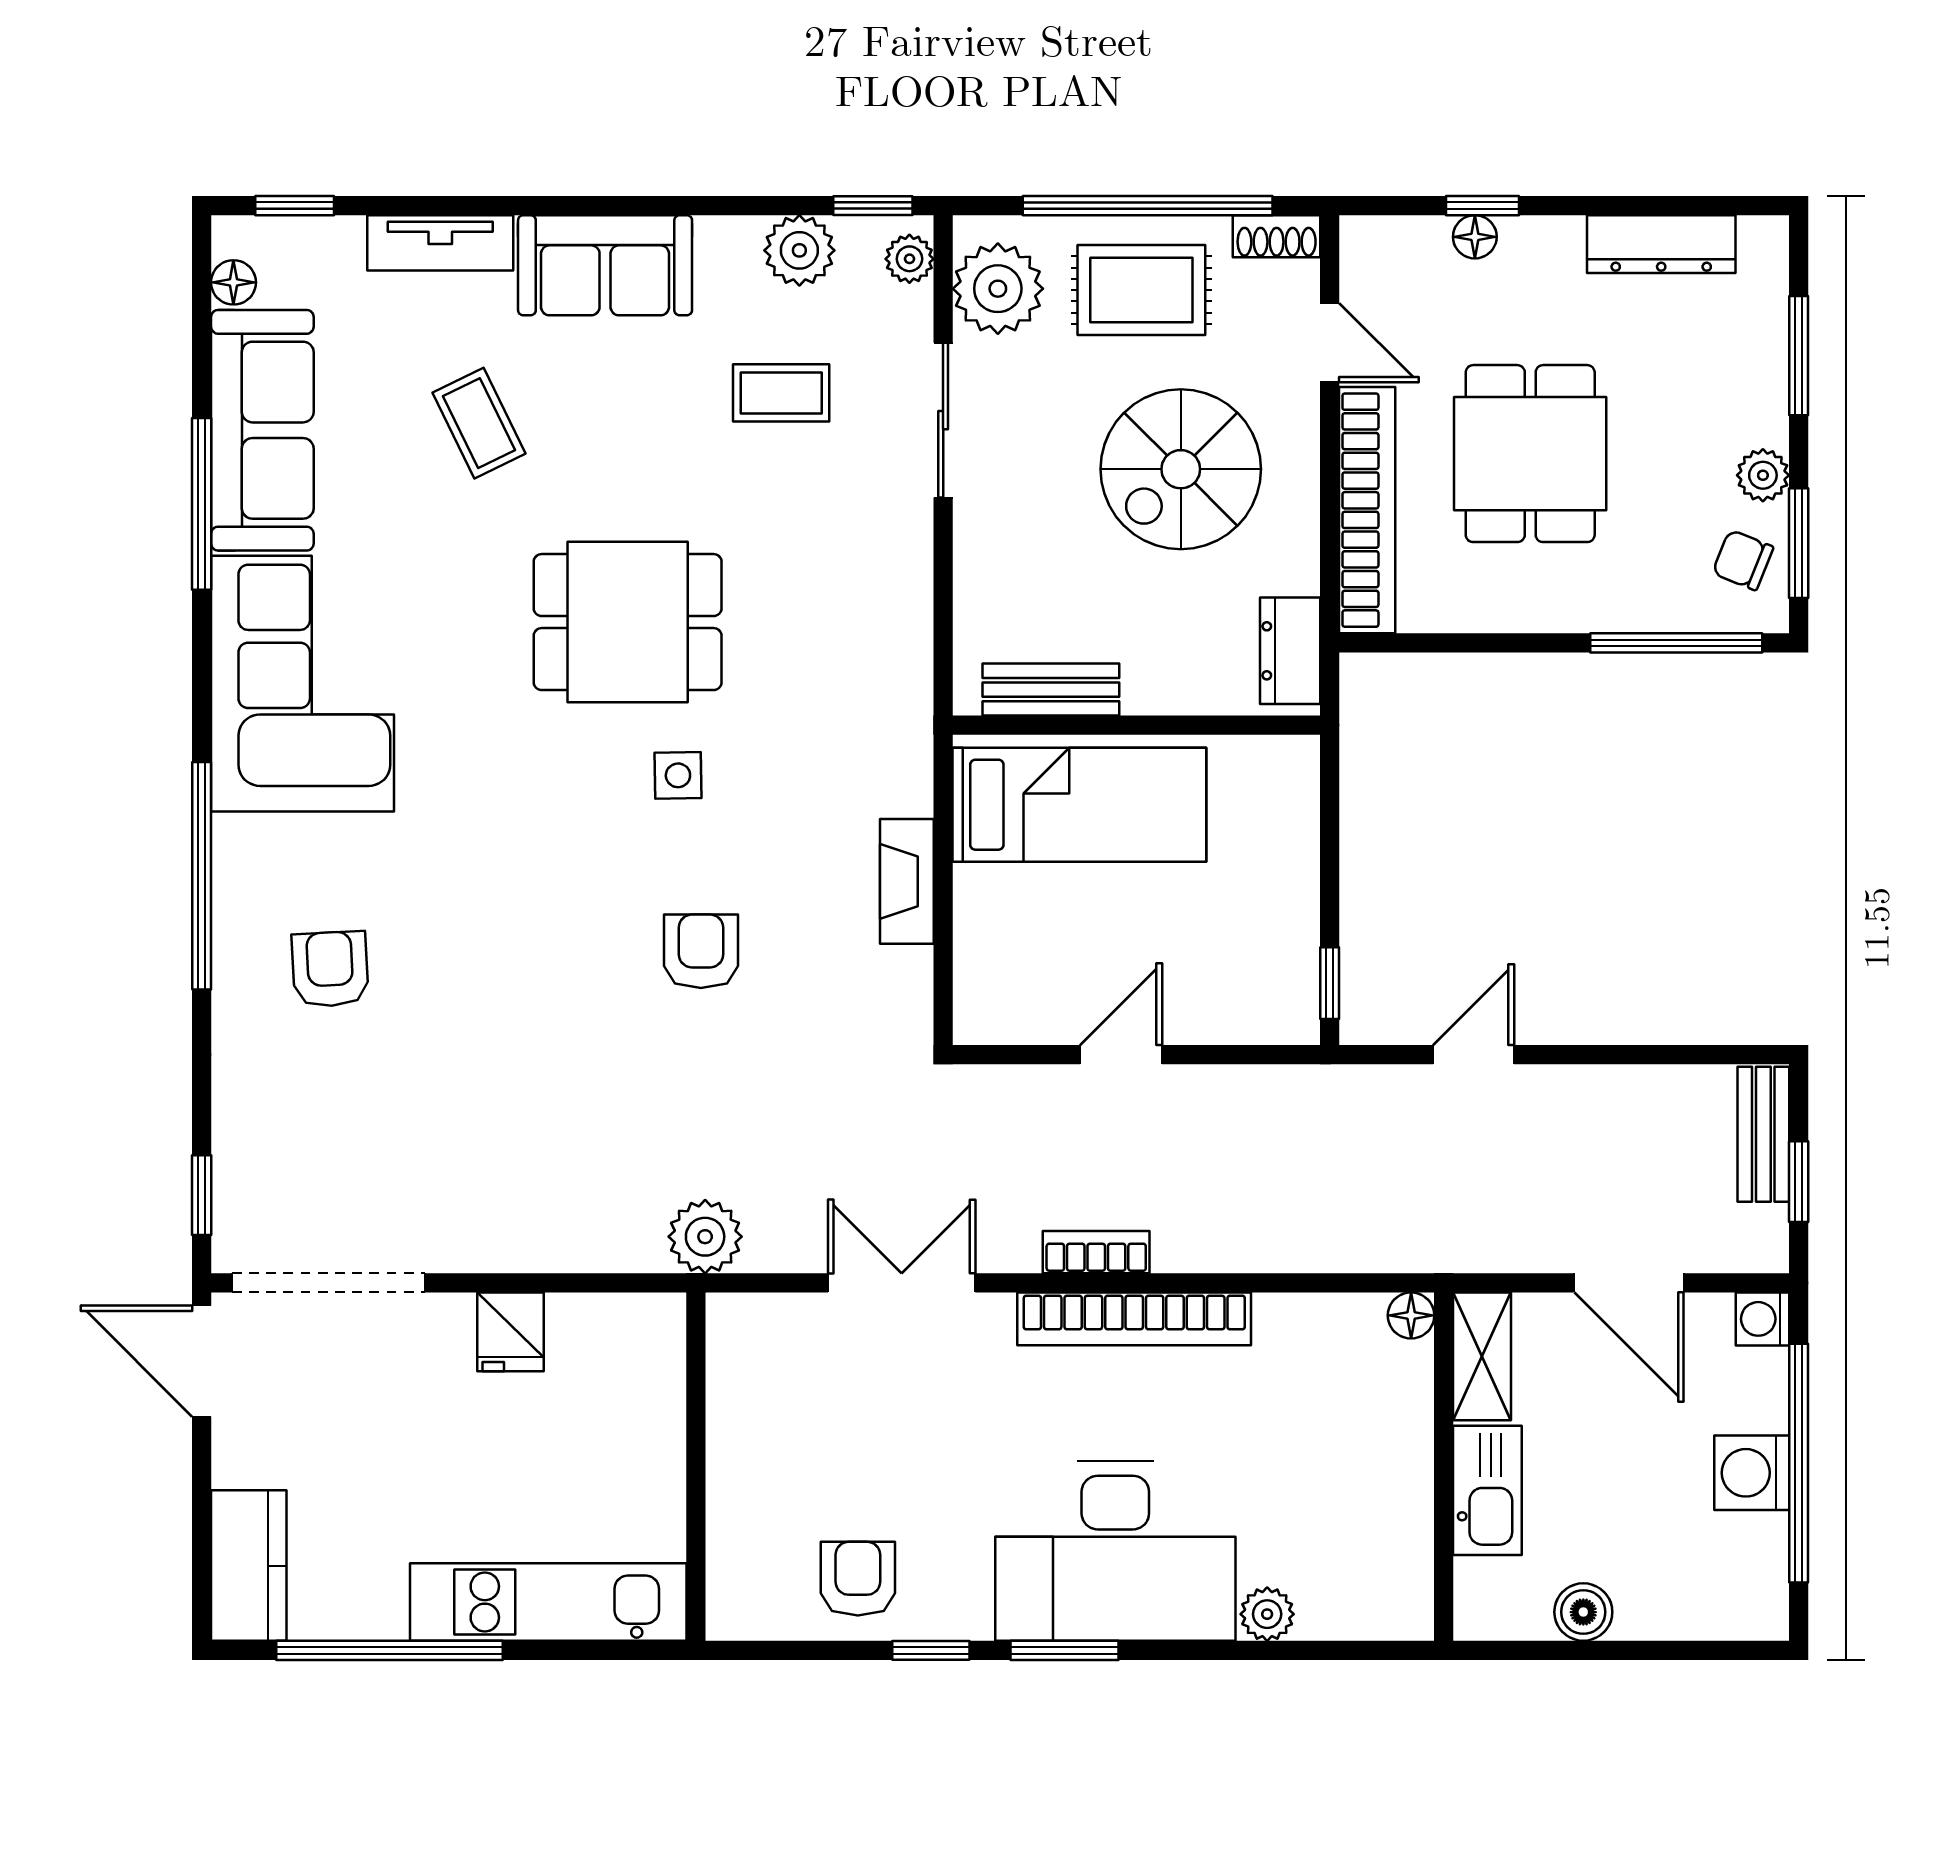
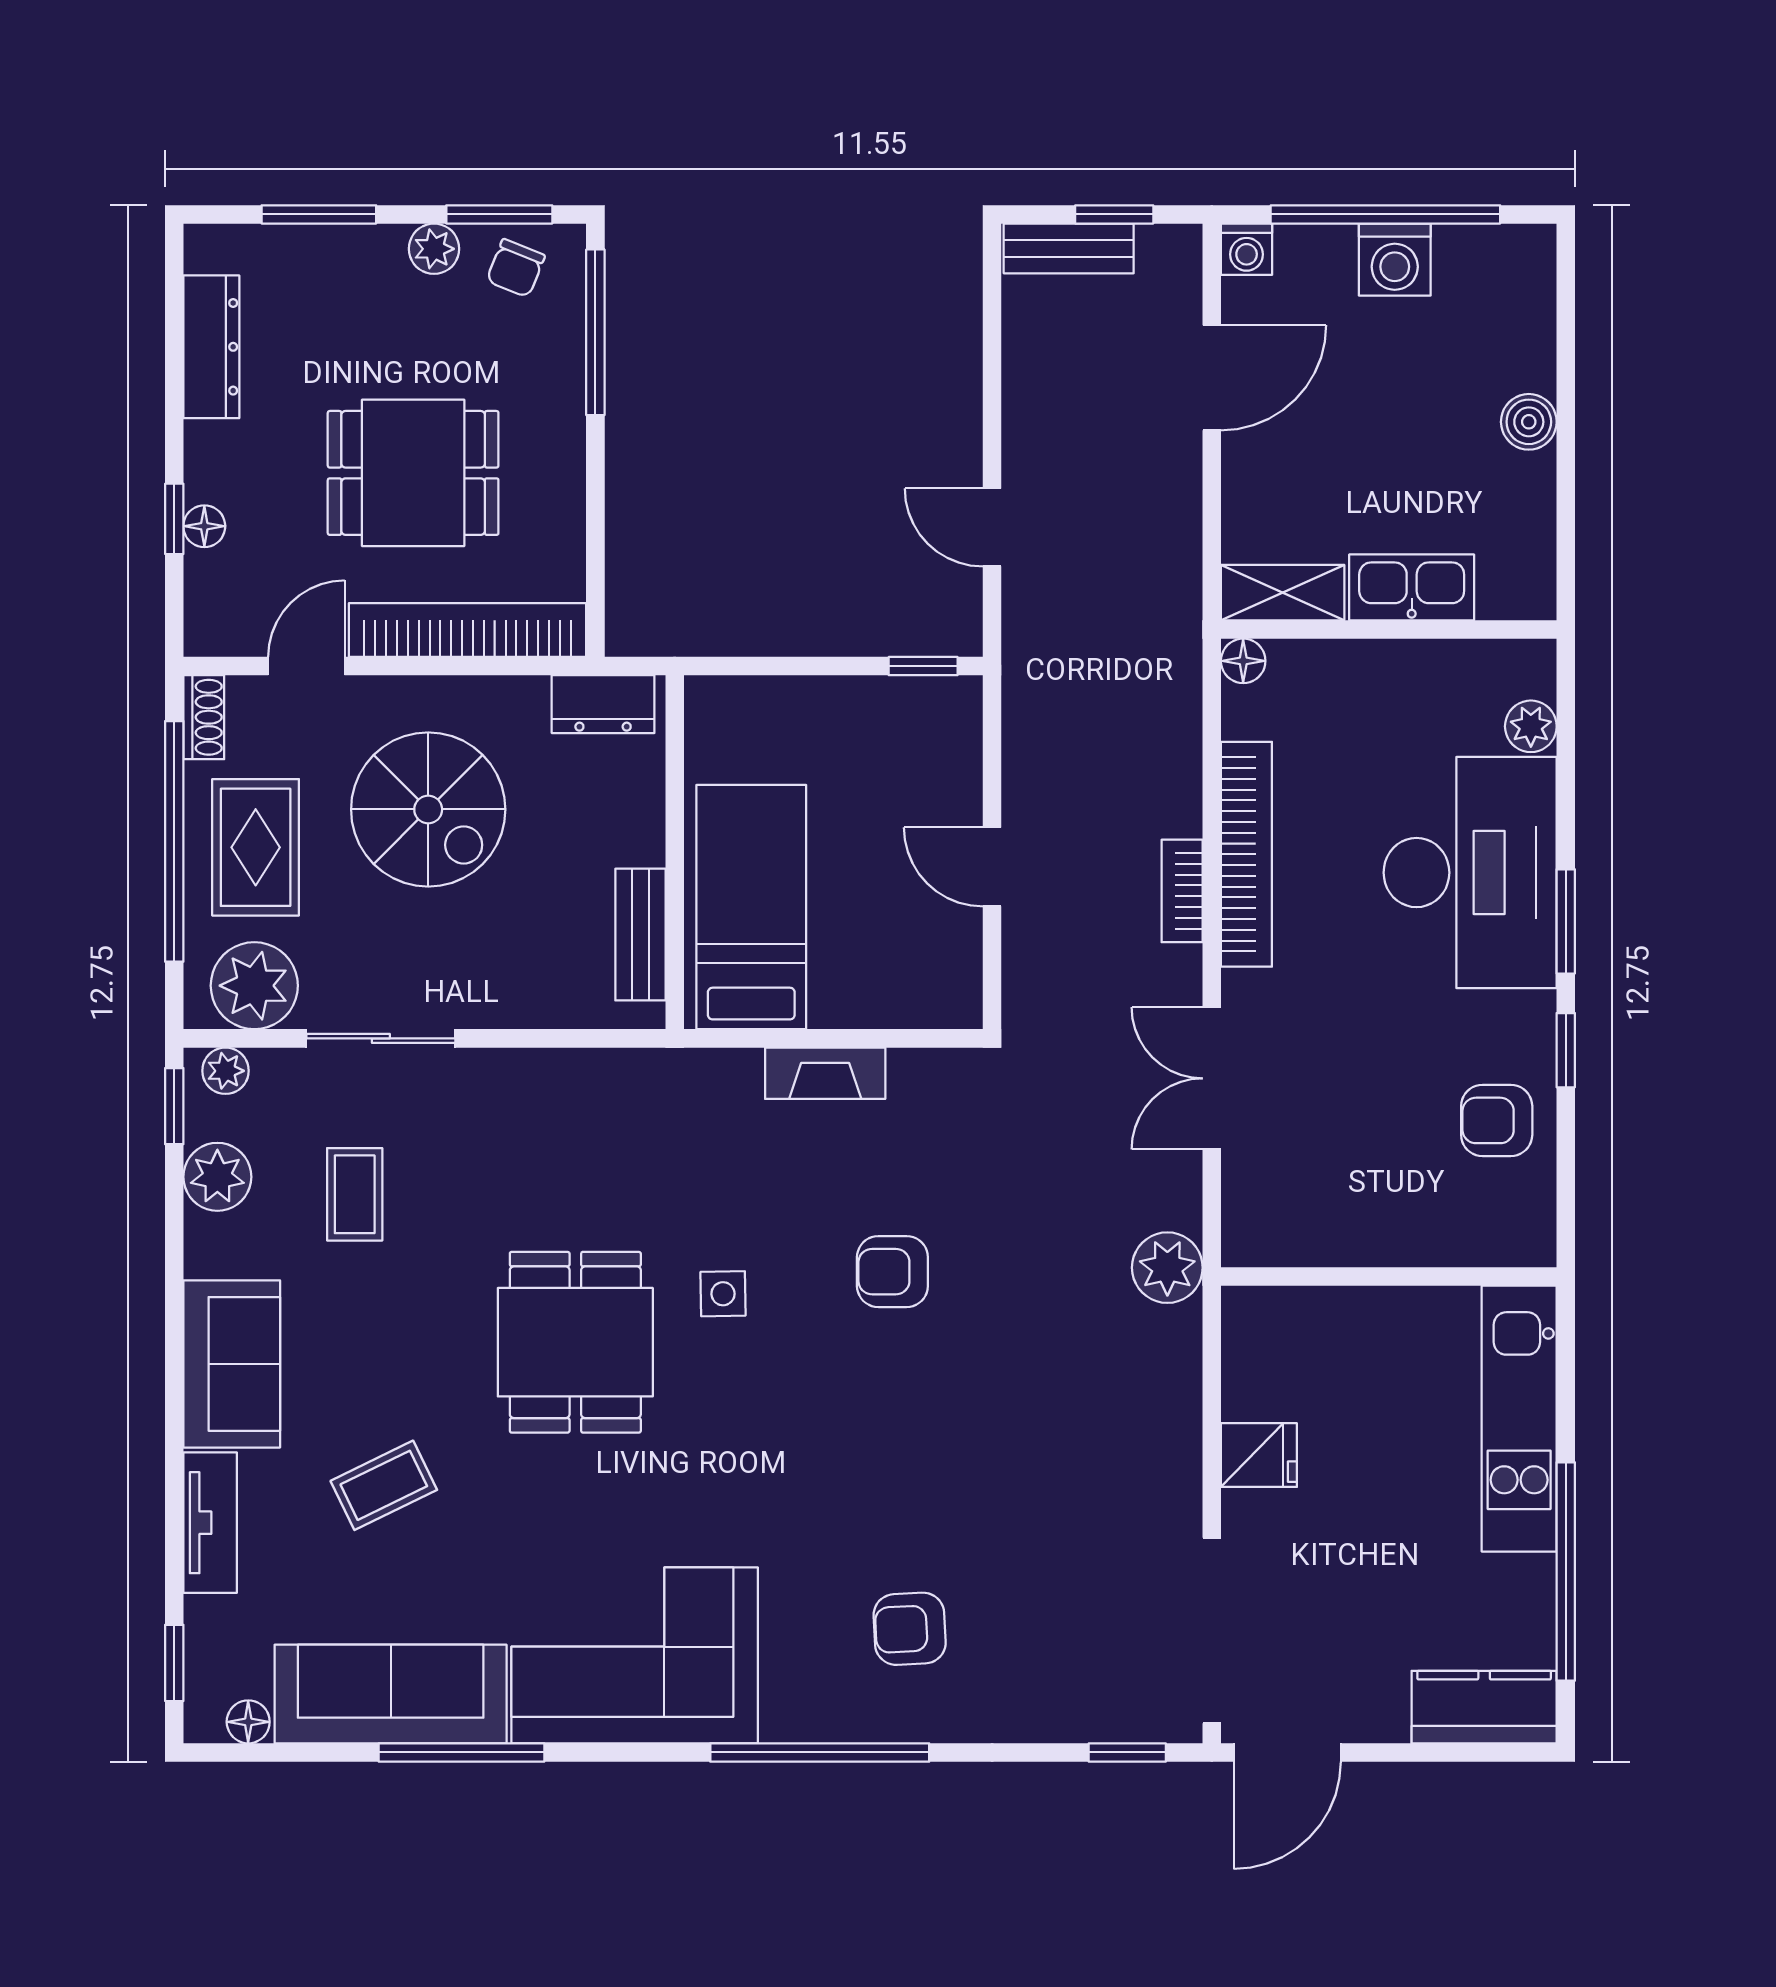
floor lamp: (1411, 1315) -> (1243, 661), moved
shelving: (1482, 1356) -> (1283, 593), moved
wall: (1444, 1467) -> (1389, 629), moved
kitchen sink: (1487, 1490) -> (1412, 587), moved

